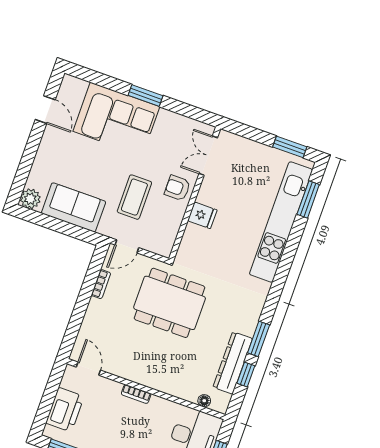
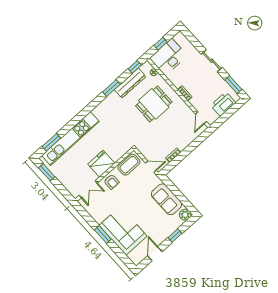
window: (28, 157) -> (175, 235), added
coffee table: (134, 197) -> (129, 165), moved
fridge: (202, 215) -> (101, 164), width x1.88, depth x1.34
dining table: (170, 303) -> (154, 104), moved, width x0.73
window: (246, 374) -> (135, 67), moved

